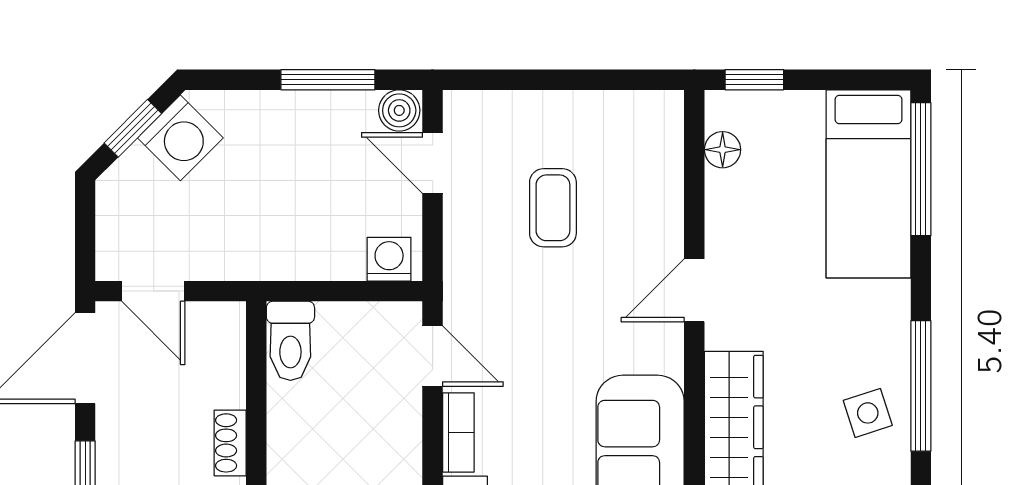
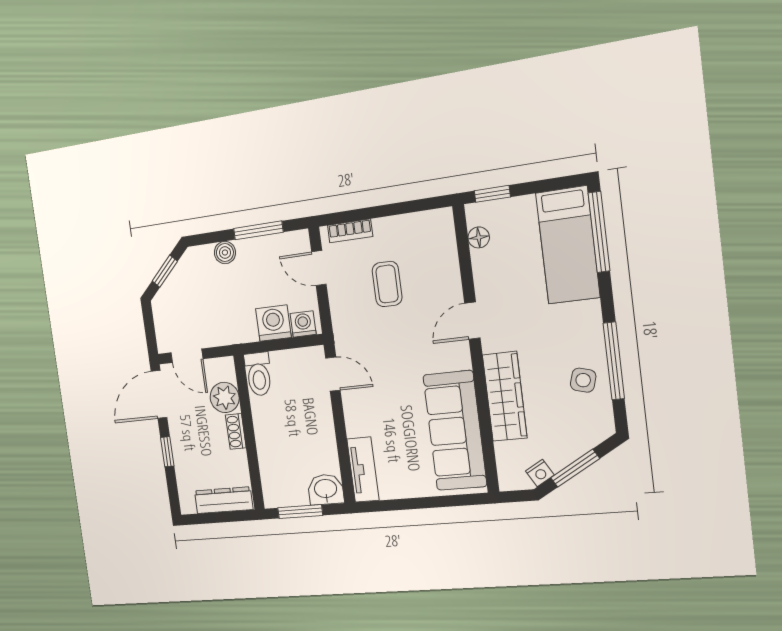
boiler: (399, 110) -> (225, 253), moved
washing machine: (180, 138) -> (273, 323), moved, turned -135
plant: (217, 377) -> (225, 397), added
side table: (868, 413) -> (583, 380), turned 34
bookcase: (458, 432) -> (350, 231), moved, turned 90

